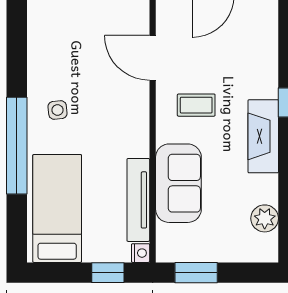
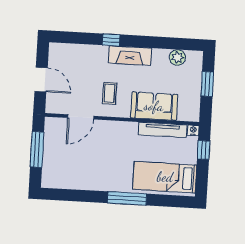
side table: (58, 110) -> (108, 174), removed
window: (17, 146) -> (127, 198), width x0.68
window: (196, 273) -> (207, 84), moved

